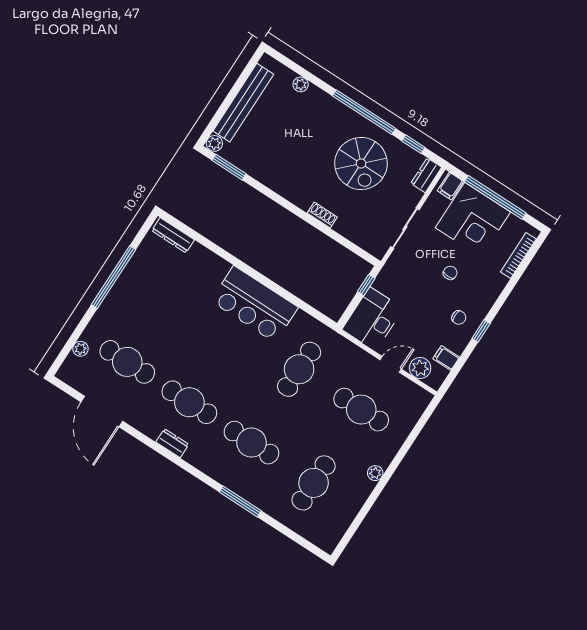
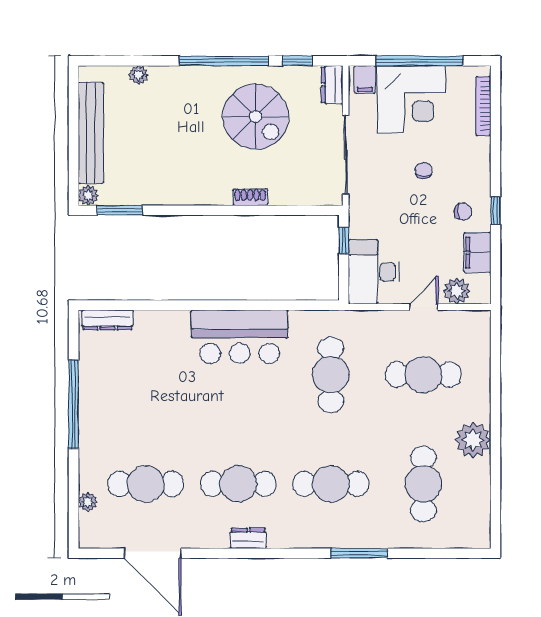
sliding door: (405, 228) -> (346, 155), width x1.37
filing cabinet: (446, 358) -> (477, 253), width x2.00
plant: (375, 473) -> (473, 440), width x1.88, depth x1.88

